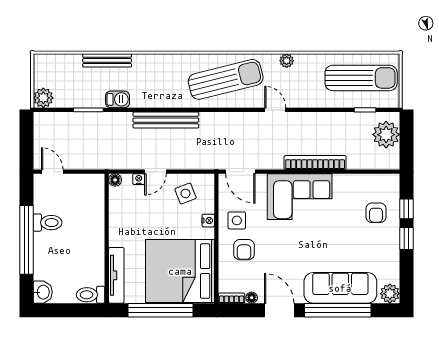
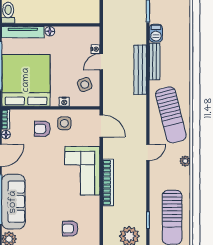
bench: (107, 60) -> (155, 62), moved
door: (155, 172) -> (101, 62), hinge flipped
door: (240, 172) -> (101, 126), swing flipped
floor lamp: (115, 180) -> (50, 31), moved

